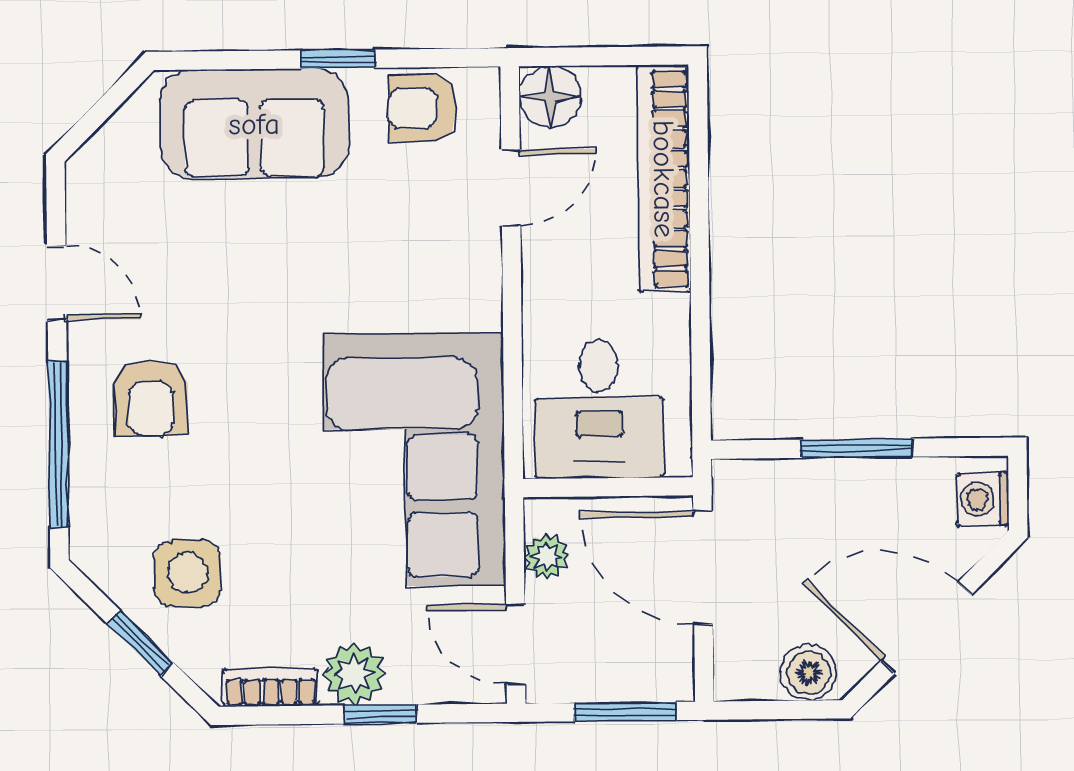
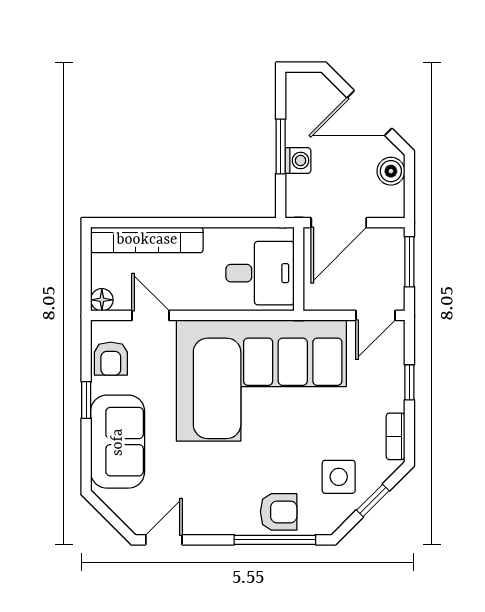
floor lamp: (550, 97) -> (102, 300), width x0.73, depth x0.73
door: (57, 283) -> (164, 540), moved
armchair: (151, 398) -> (279, 512), moved
corner sofa: (414, 459) -> (261, 380), width x1.36, depth x1.36
washing machine: (983, 499) -> (298, 161), moved, turned -90
plant: (546, 557) -> (332, 300), removed
door: (926, 628) -> (370, 113), hinge flipped
plant: (354, 674) -> (389, 395), removed

